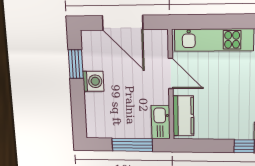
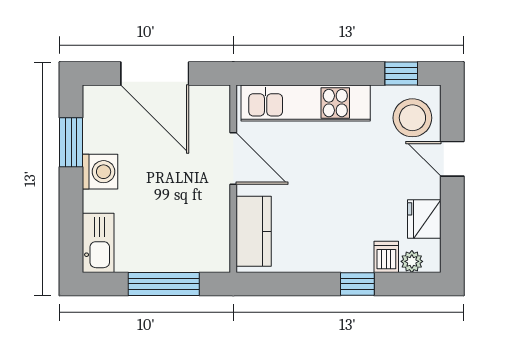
kitchen sink: (161, 122) -> (98, 243), moved, turned 180

